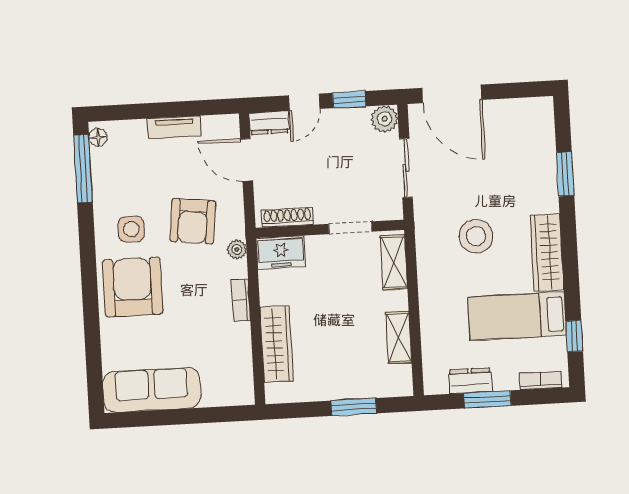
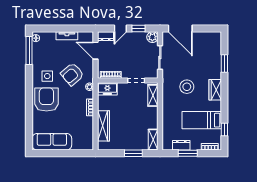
armchair: (193, 221) -> (72, 74), turned 43
wardrobe: (547, 252) -> (215, 90), width x0.67
shelving: (399, 338) -> (153, 140), moved

